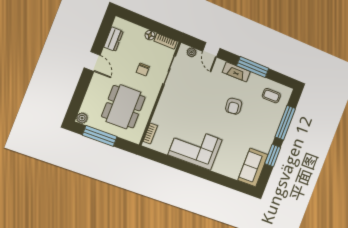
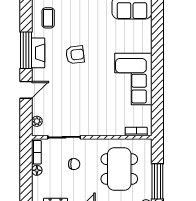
door: (211, 50) -> (26, 90), moved
fireplace: (236, 72) -> (38, 53), moved
dining table: (123, 107) -> (119, 169), turned 90

